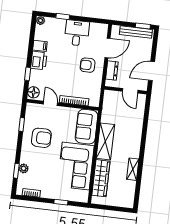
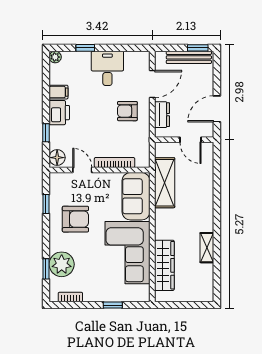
shelving: (105, 141) -> (165, 183), moved
plant: (24, 168) -> (62, 264), width x1.87, depth x1.87

